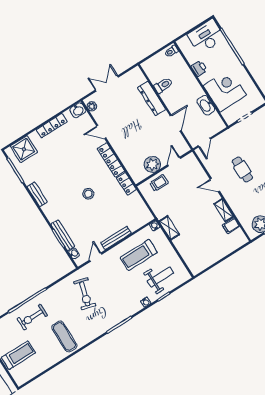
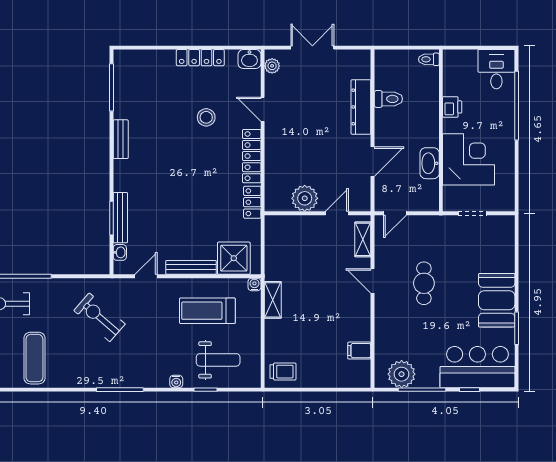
desk: (206, 36) -> (496, 69), width x0.73
shower: (24, 149) -> (234, 258), moved
trolley: (159, 183) -> (283, 372), moved
stool: (88, 194) -> (206, 117), moved
shelving: (224, 210) -> (363, 239), moved
exercise bike: (85, 294) -> (100, 317), turned 115

